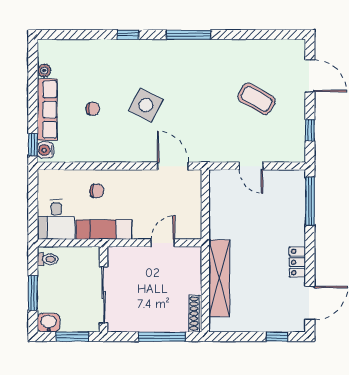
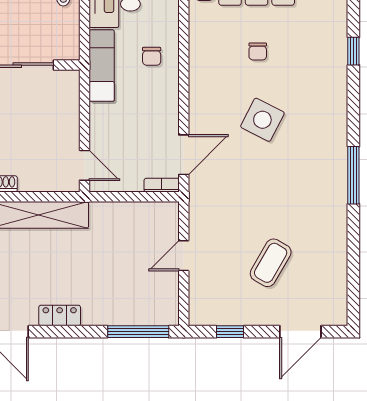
window: (128, 35) -> (353, 51), moved
bookcase: (196, 183) -> (162, 185), added
door: (163, 243) -> (84, 165), moved

